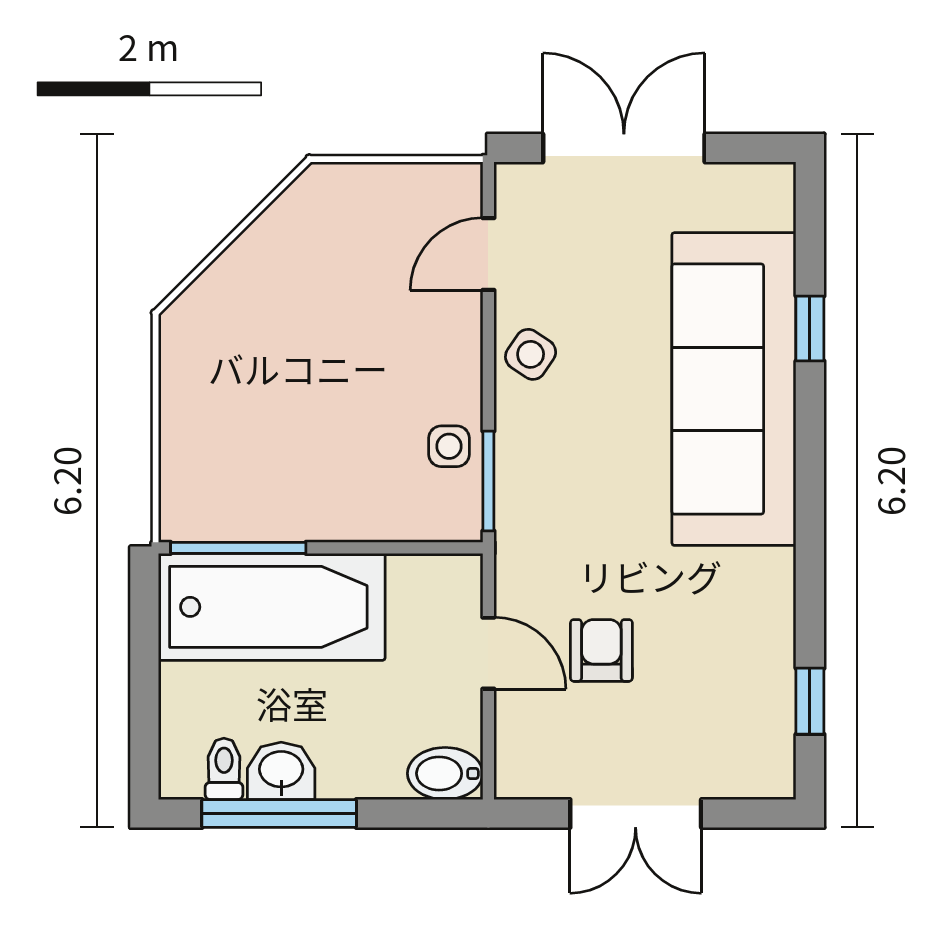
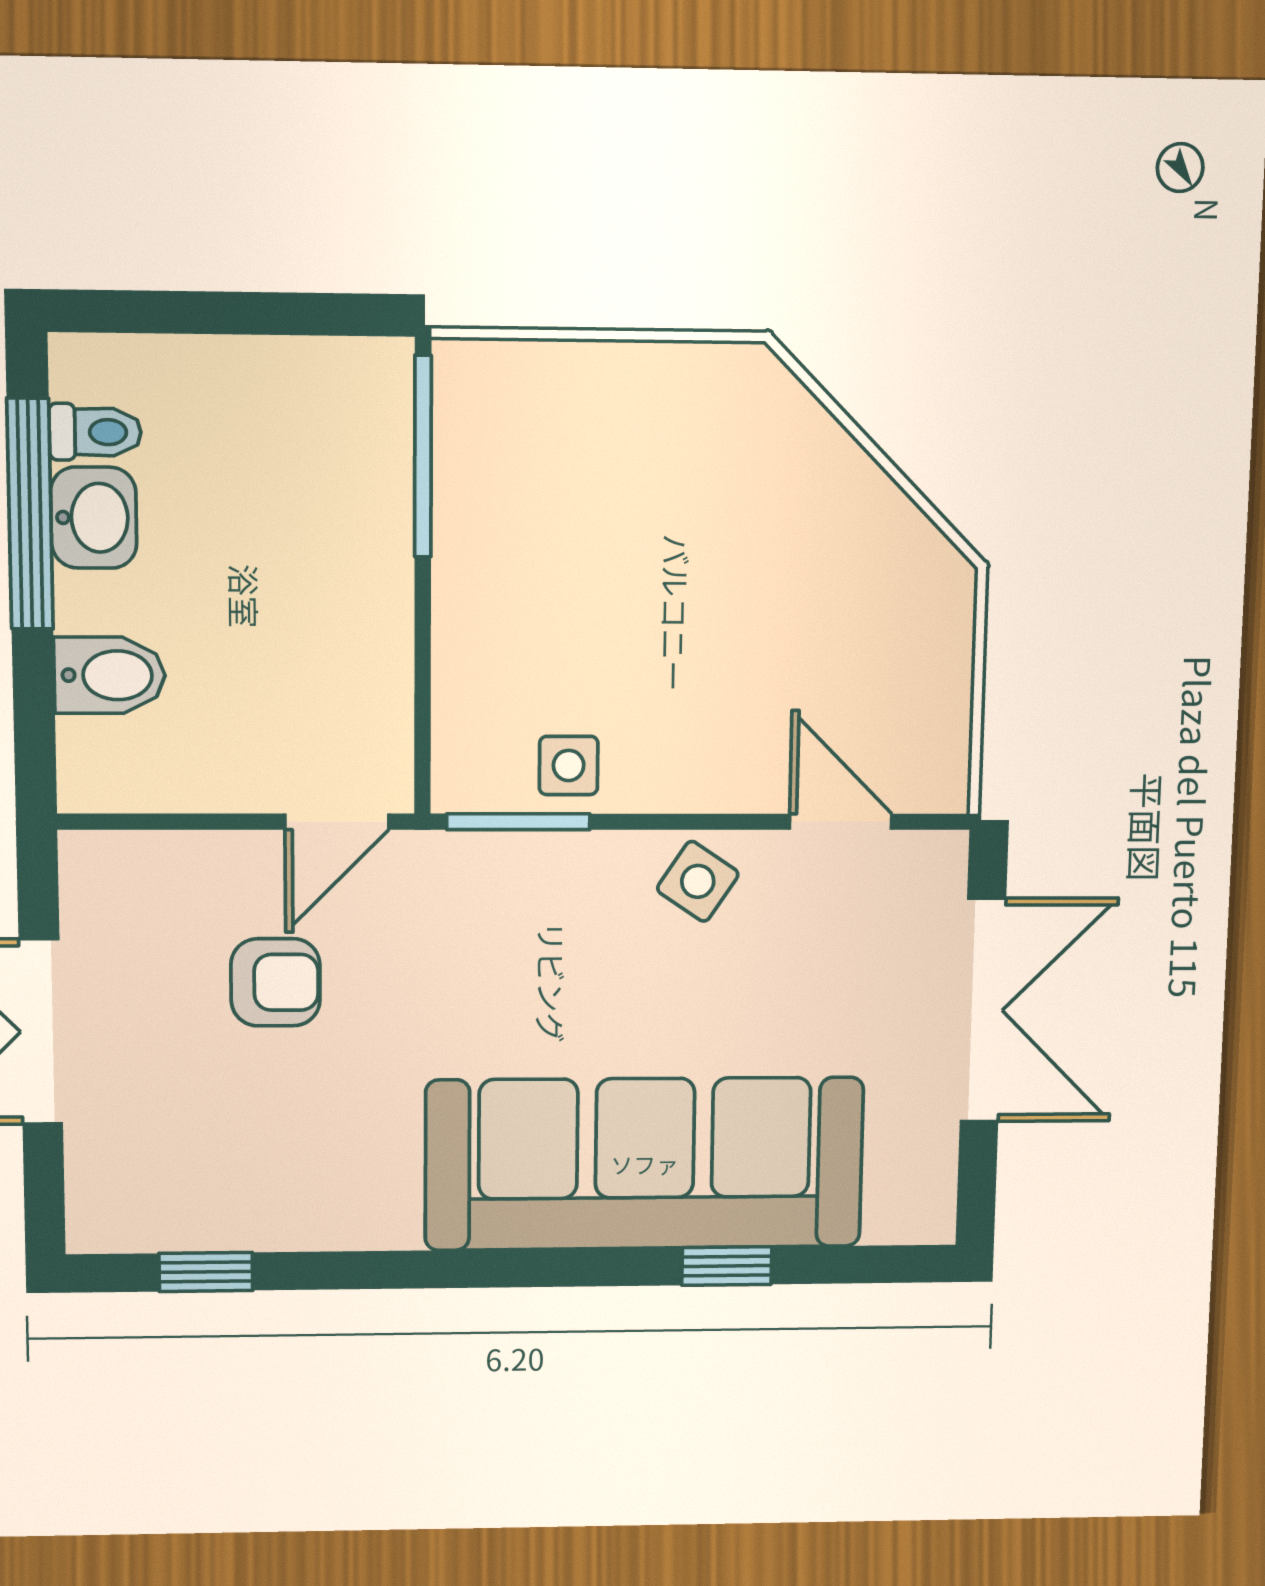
bathtub: (272, 607) -> (336, 506), removed
door: (488, 653) -> (337, 822), moved
bidet: (445, 773) -> (110, 675), moved, turned 90

